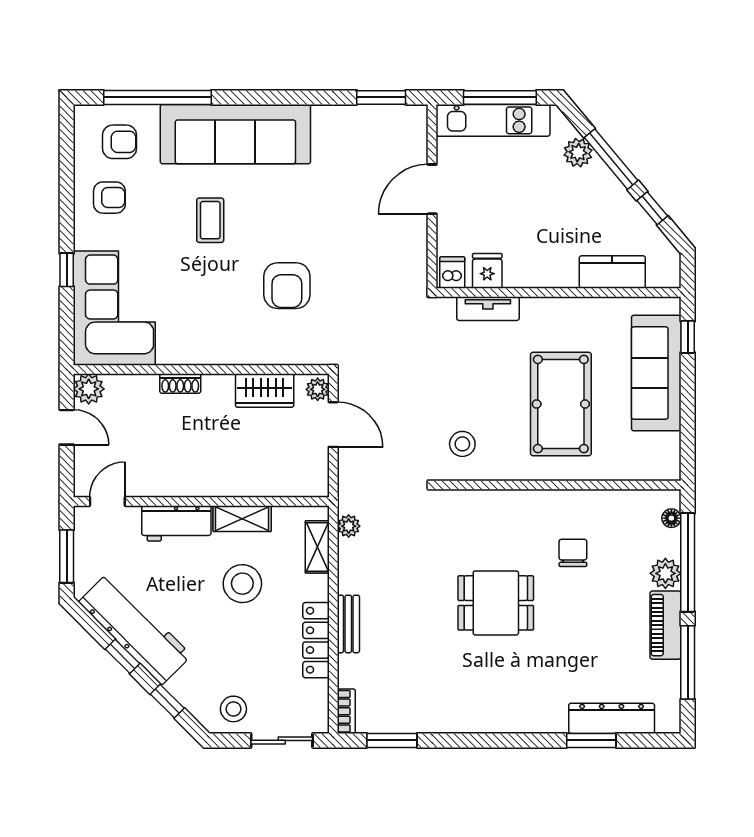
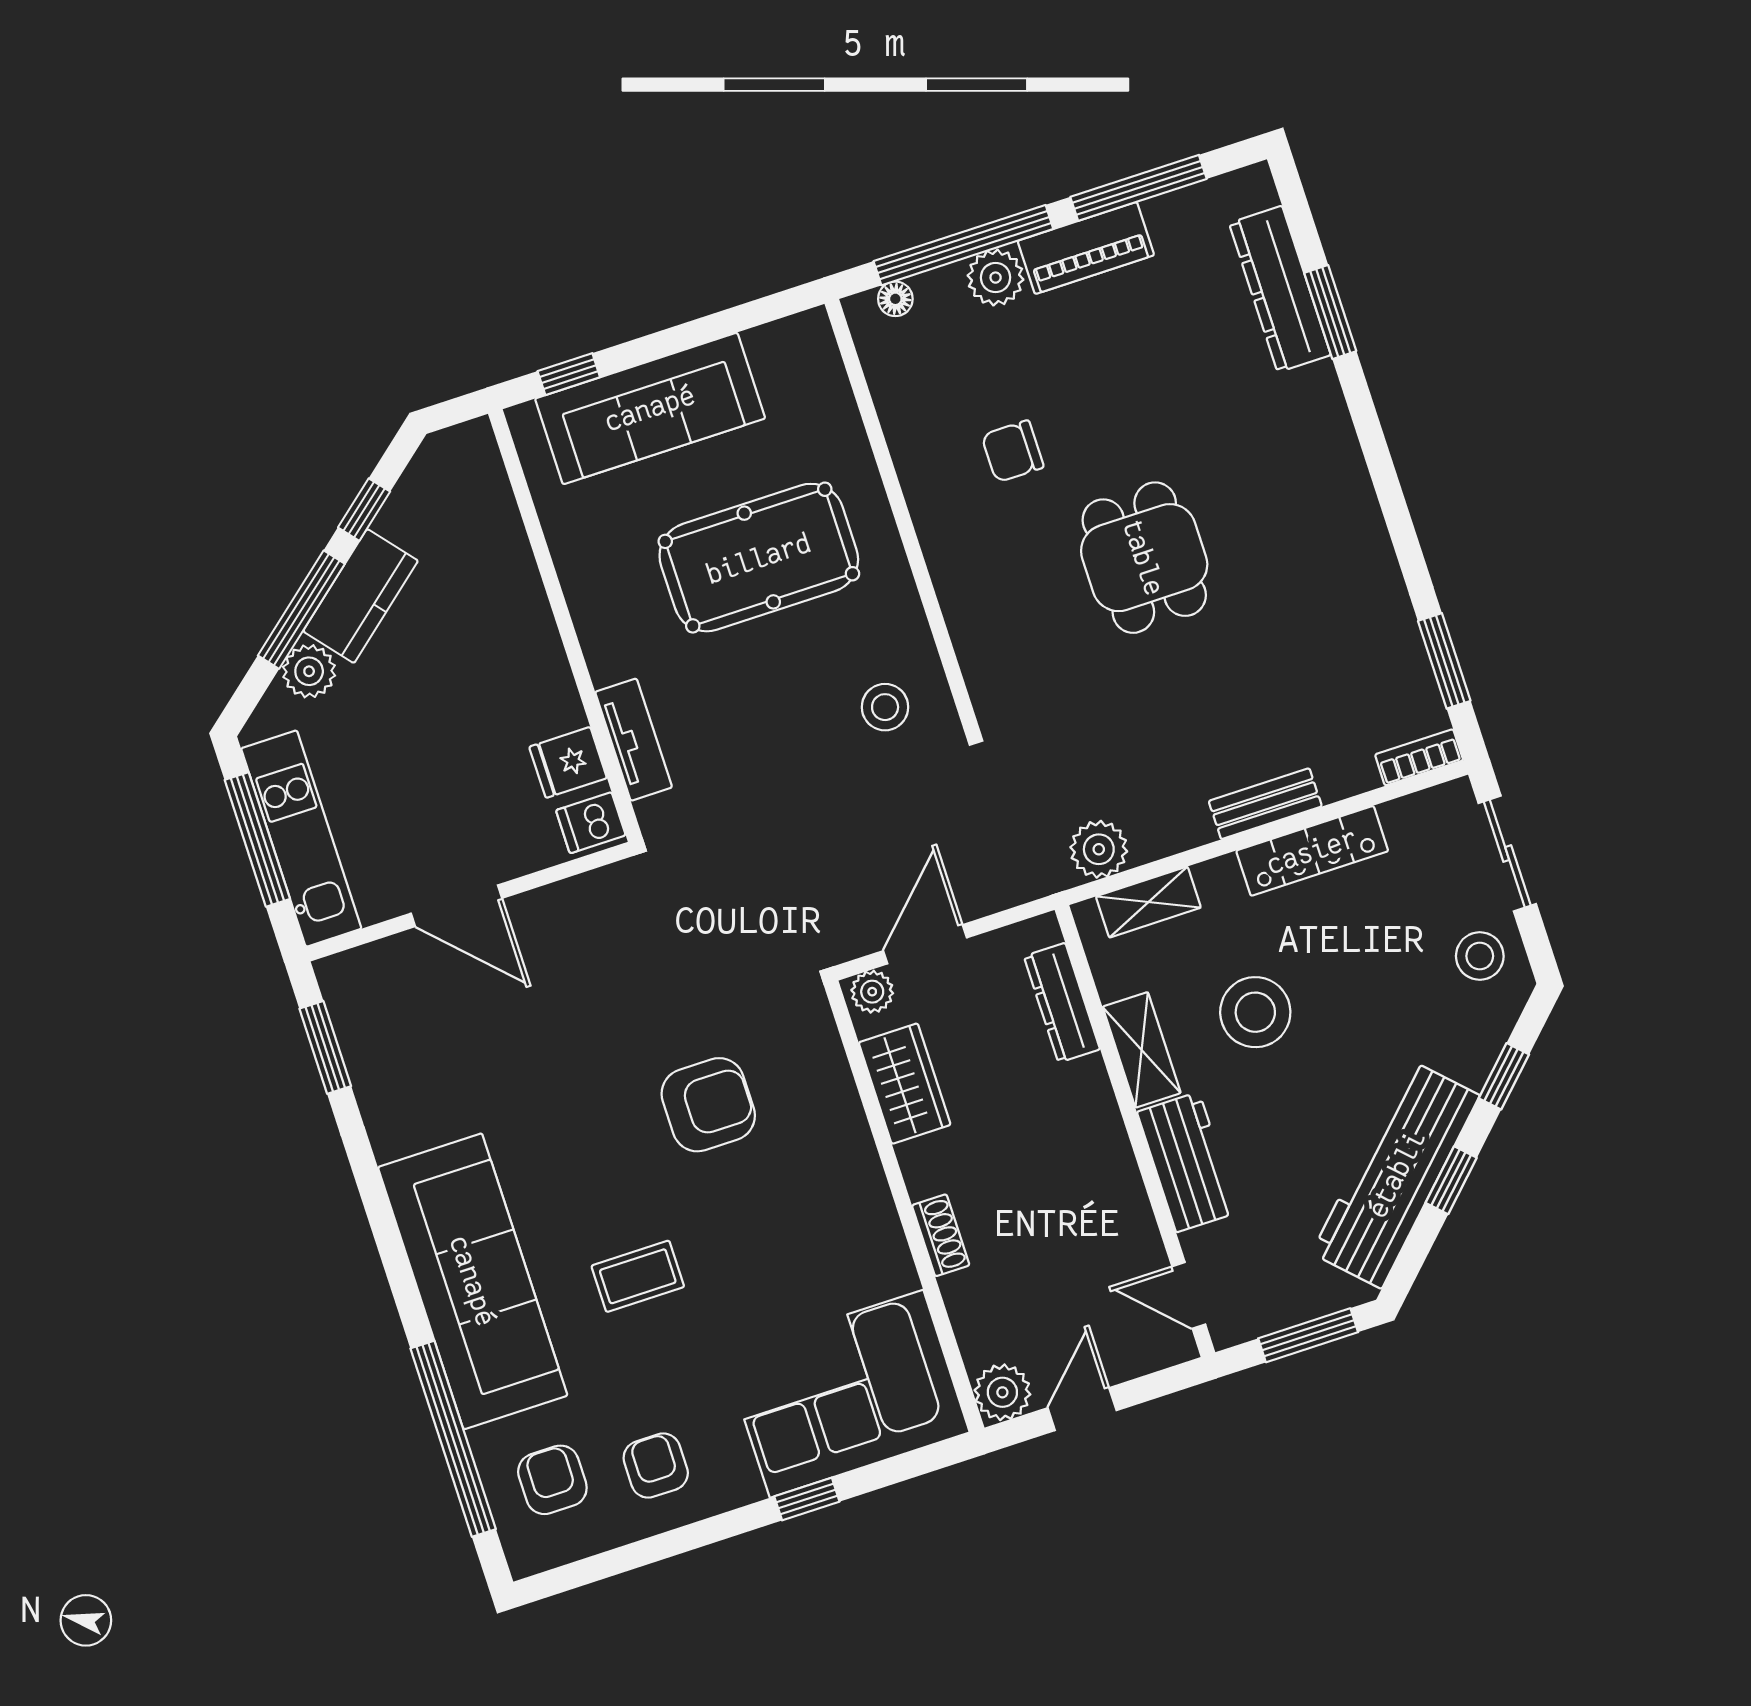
kitchen counter: (612, 272) -> (361, 596), moved, turned -130
dresser: (280, 485) -> (1062, 1003), added
plant: (349, 526) -> (1099, 849), width x1.38, depth x1.38

